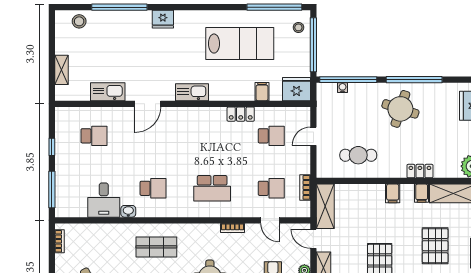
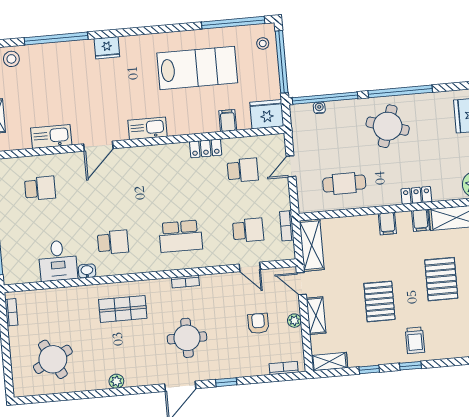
bookcase: (233, 228) -> (185, 282), moved

